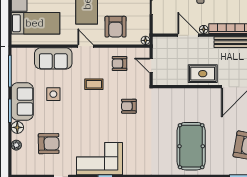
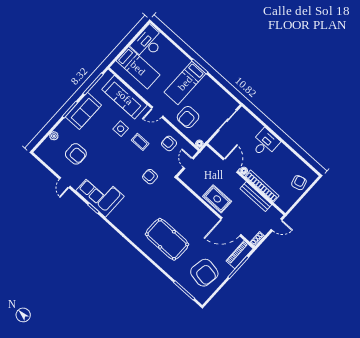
door: (86, 46) -> (157, 112), swing flipped
sofa: (53, 58) -> (125, 97), width x1.36
side table: (53, 94) -> (121, 129), moved
floor lamp: (17, 127) -> (65, 125), removed
pool table: (191, 146) -> (167, 239), turned 90

